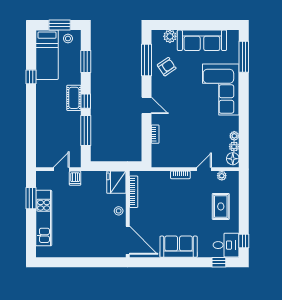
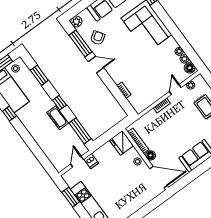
plant: (170, 36) -> (76, 22), moved
cot: (74, 98) -> (58, 118), moved
door: (147, 105) -> (96, 65), moved
window: (86, 130) -> (80, 131), moved
floor lamp: (135, 214) -> (151, 155), added

